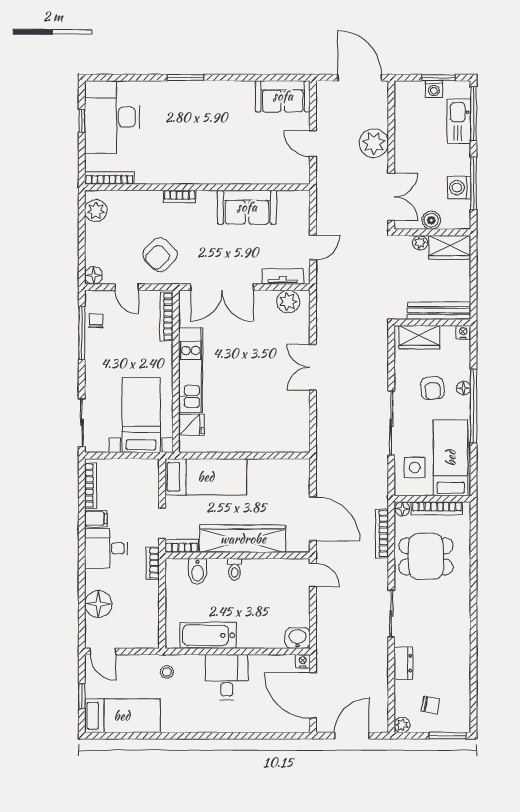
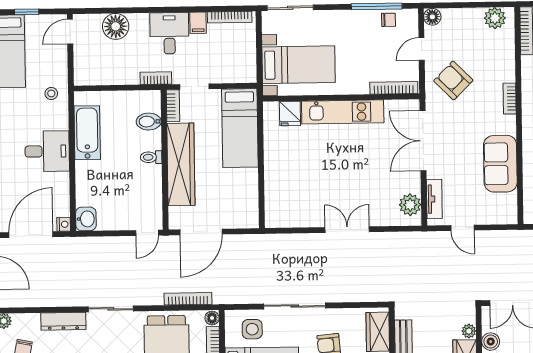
dresser: (403, 663) -> (63, 321), width x1.44

